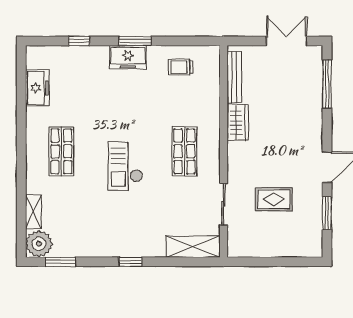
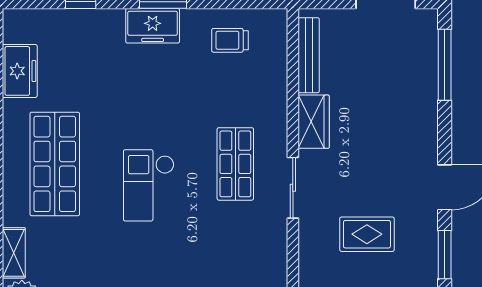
shop shelf: (61, 151) -> (55, 164), width x1.43, depth x1.36
sliding door: (224, 204) -> (293, 188), moved

